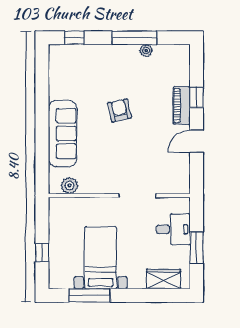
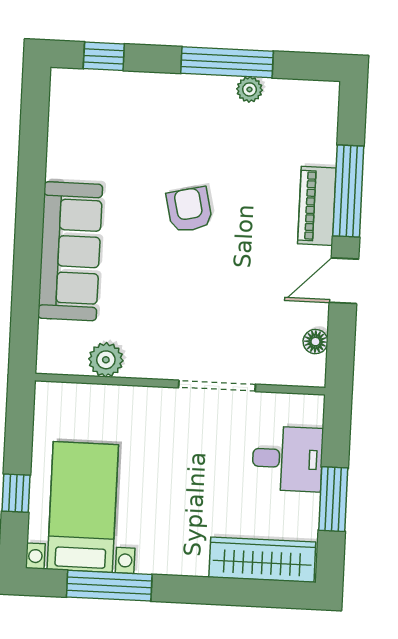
window: (197, 98) -> (348, 191), width x2.17
floor lamp: (184, 172) -> (315, 342), added
plant: (70, 185) -> (106, 360), moved
bed with nightstands: (101, 258) -> (83, 507), moved
wardrobe: (163, 279) -> (262, 560), width x1.50

